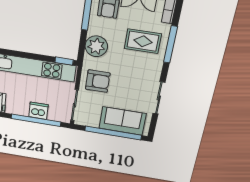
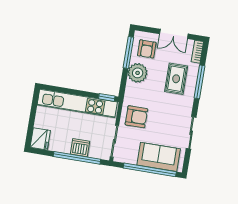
rug: (143, 41) -> (176, 79), turned 90
plant: (96, 46) -> (138, 73), moved

